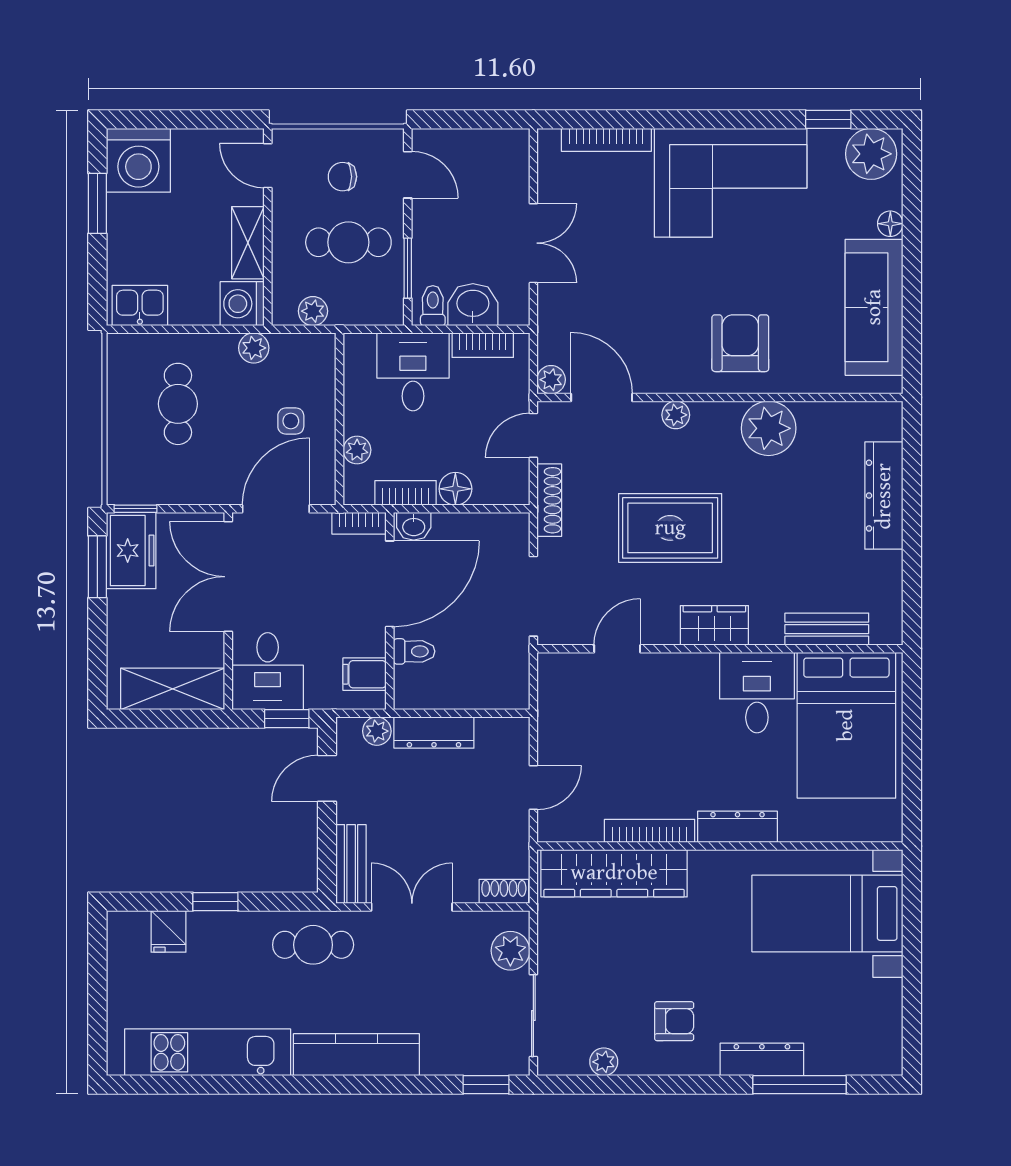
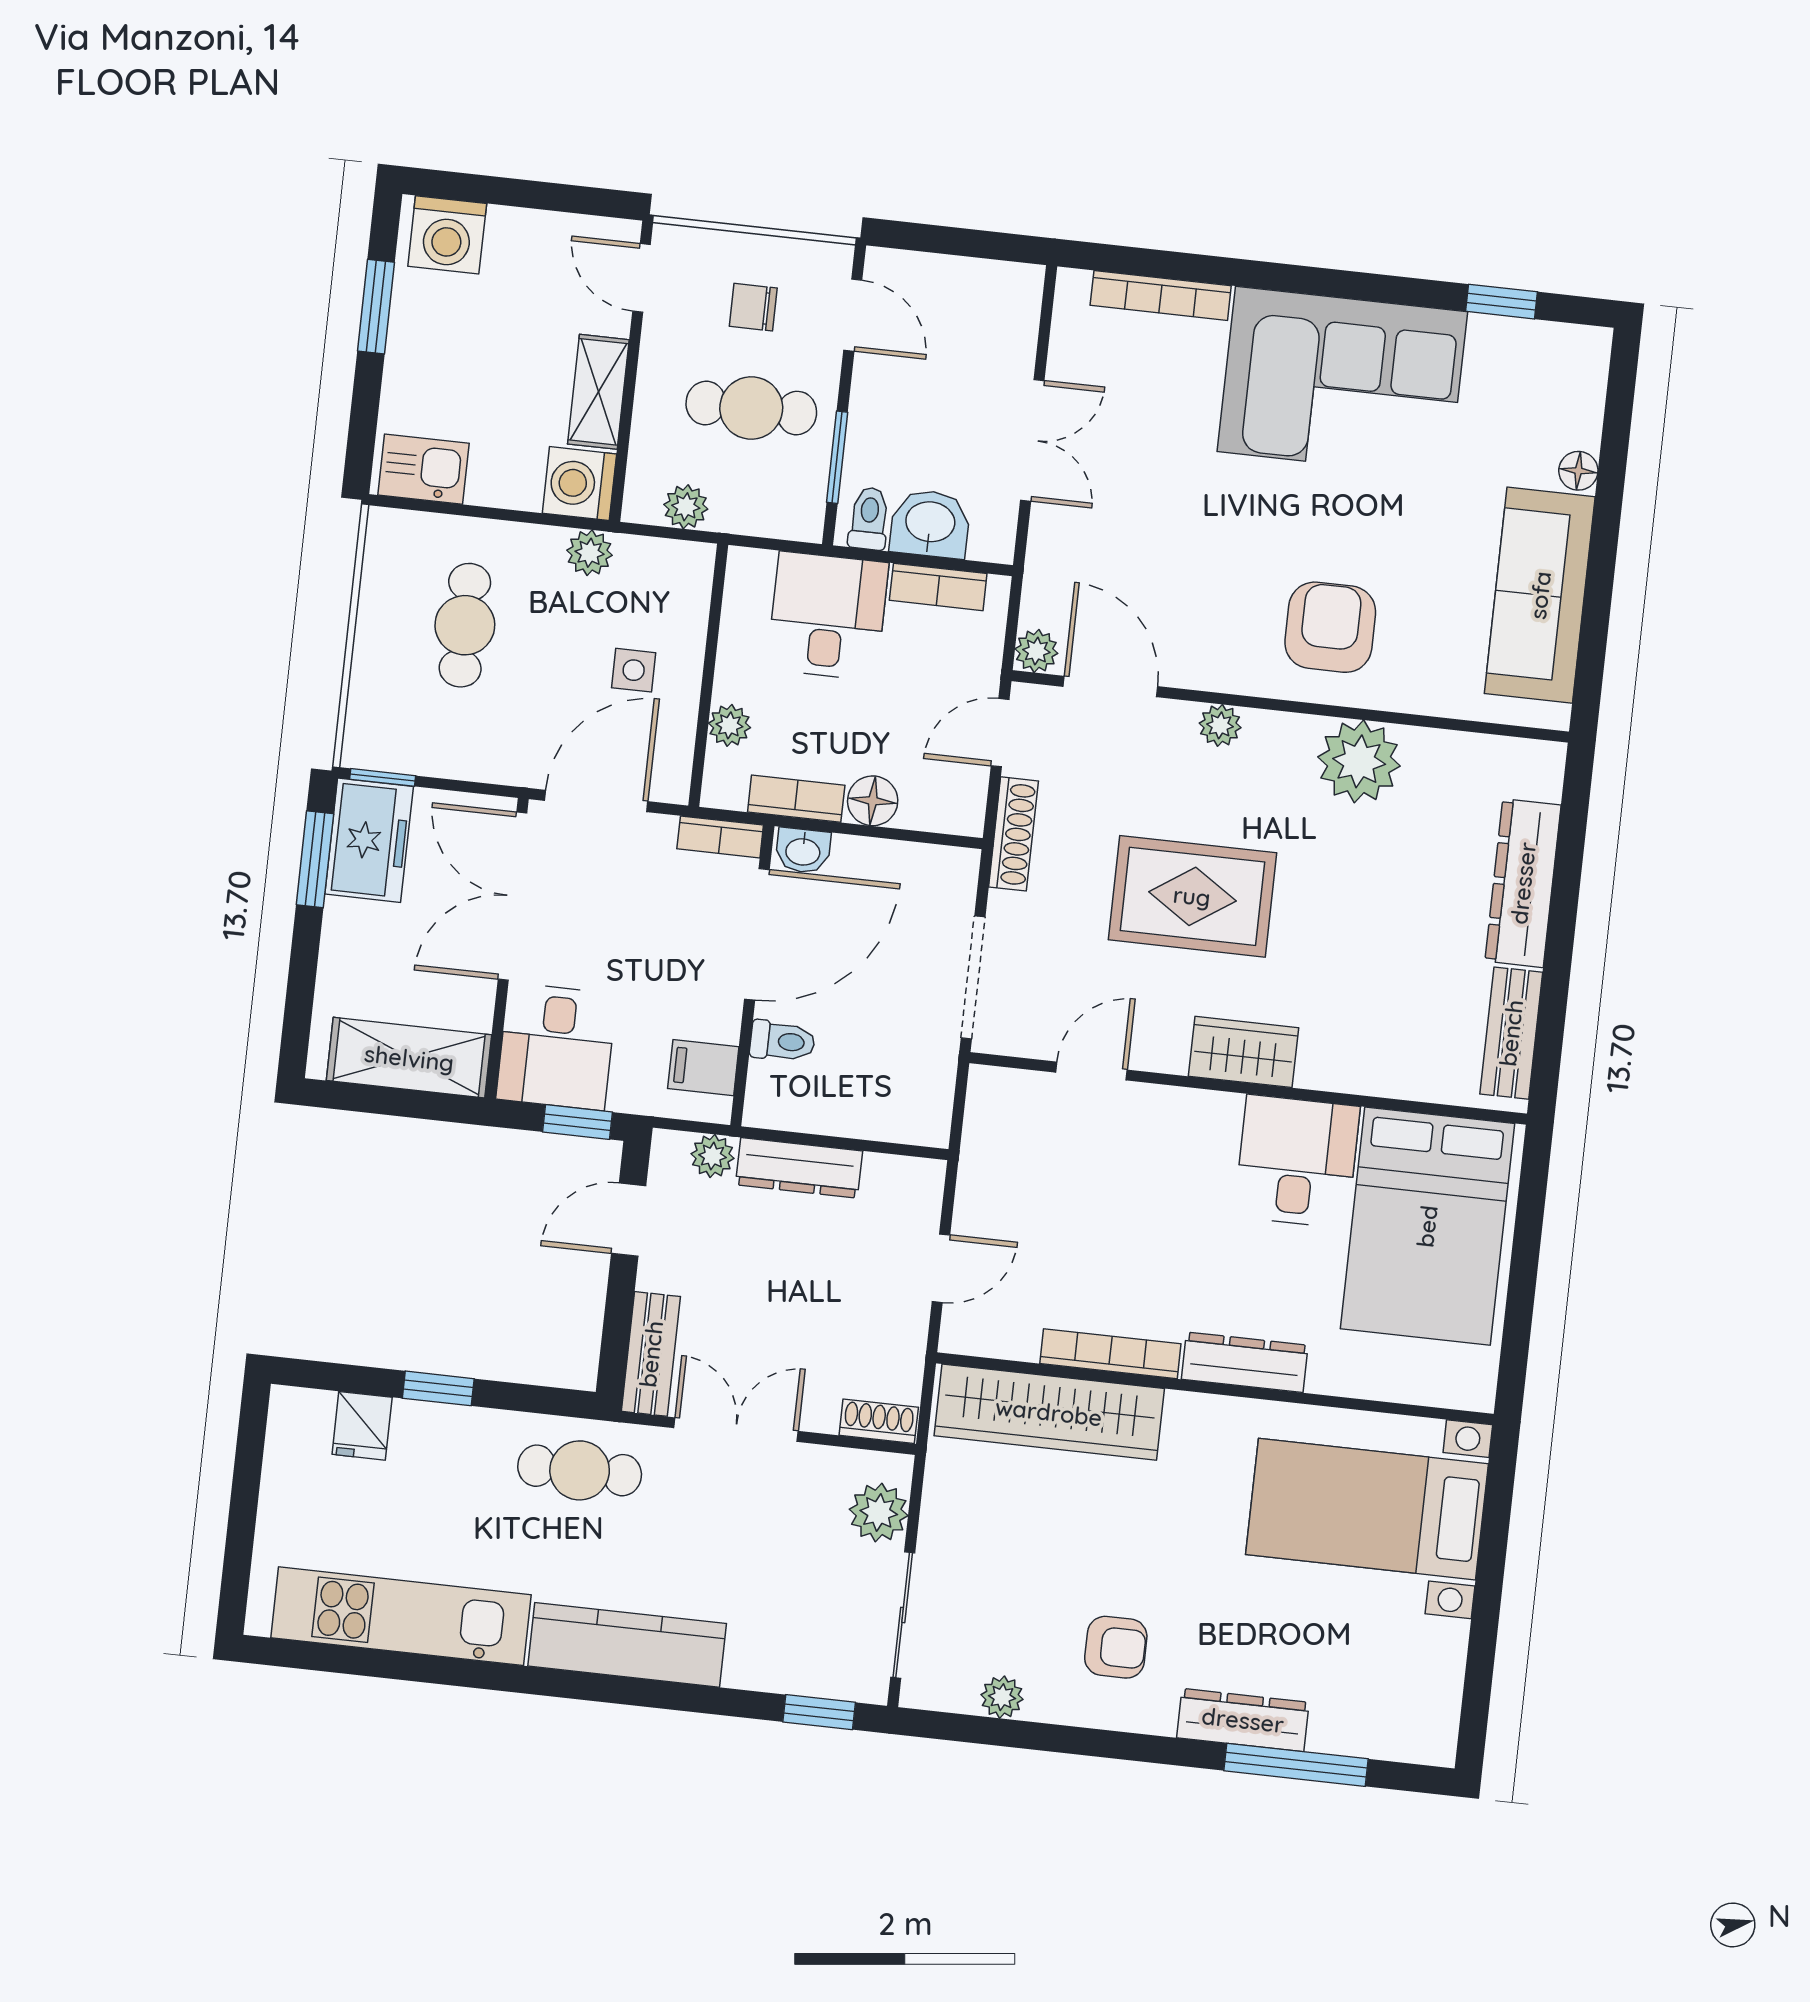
plant: (871, 154) -> (1561, 361), removed
washing machine: (138, 160) -> (447, 235), width x0.73, depth x0.73
bench: (827, 629) -> (1511, 1033), moved, turned 90

